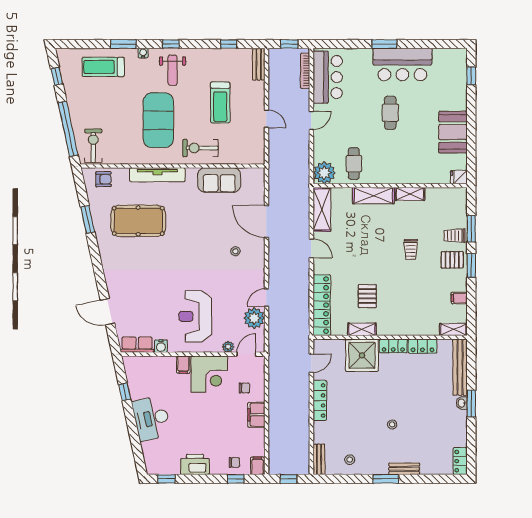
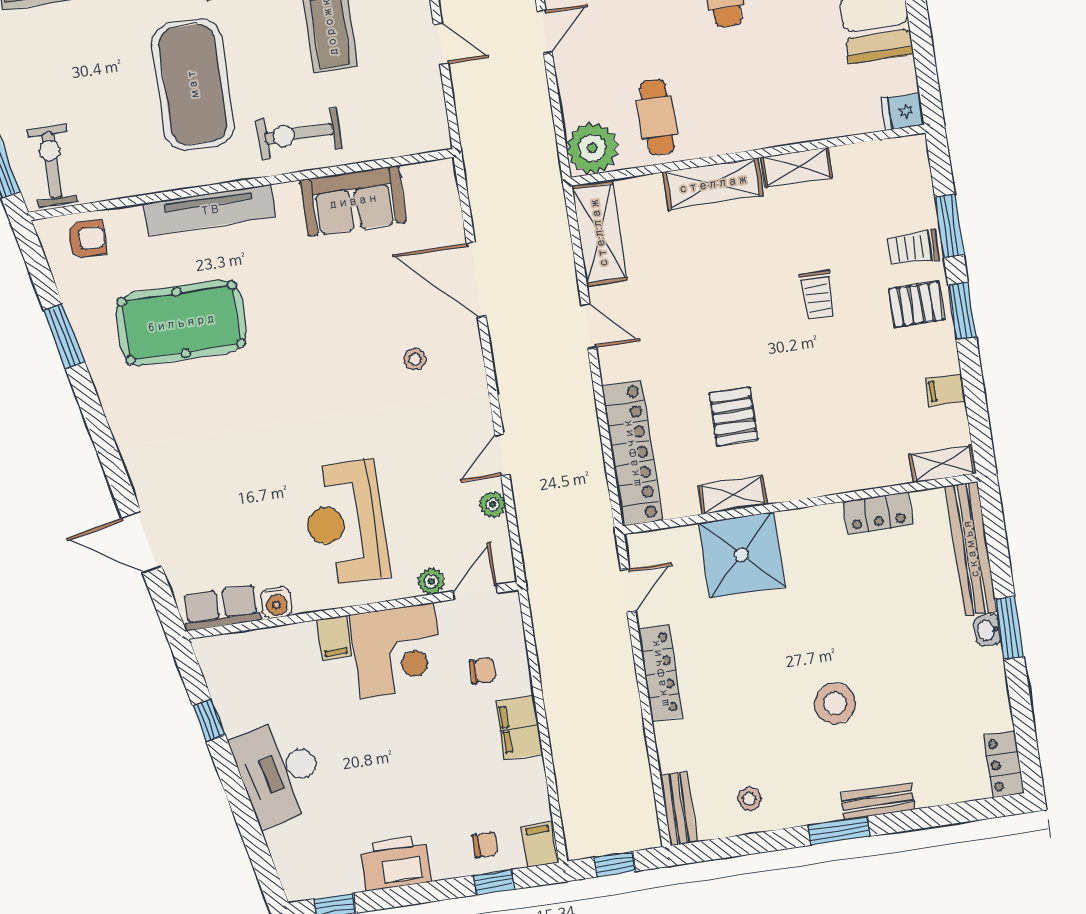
plant: (254, 318) -> (492, 505), width x0.53, depth x0.53
locker: (393, 346) -> (810, 523), removed
stool: (392, 424) -> (835, 703), width x1.89, depth x1.89

